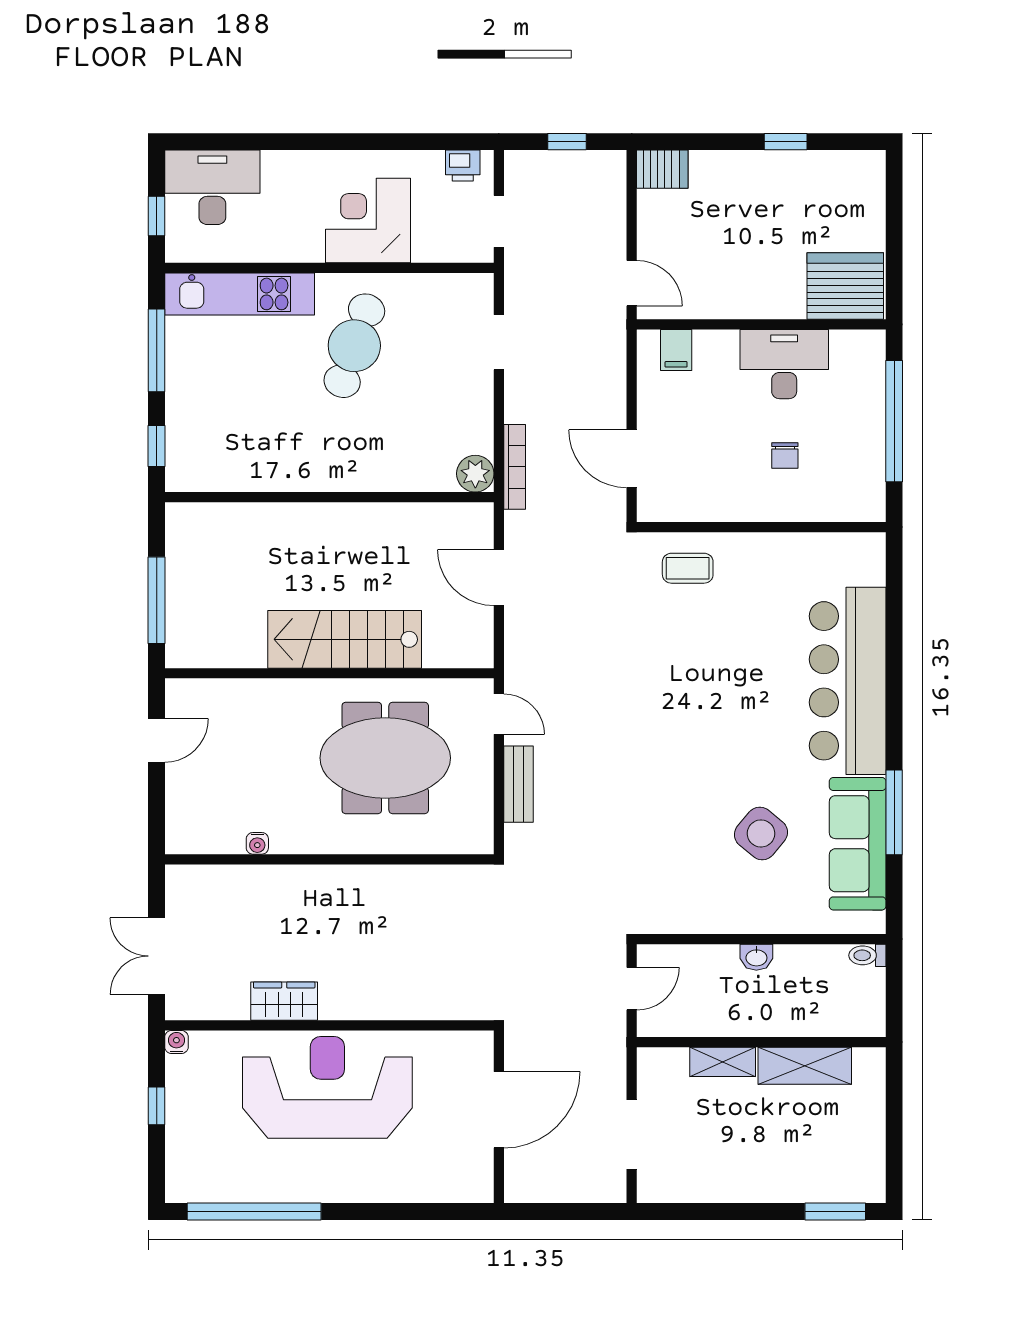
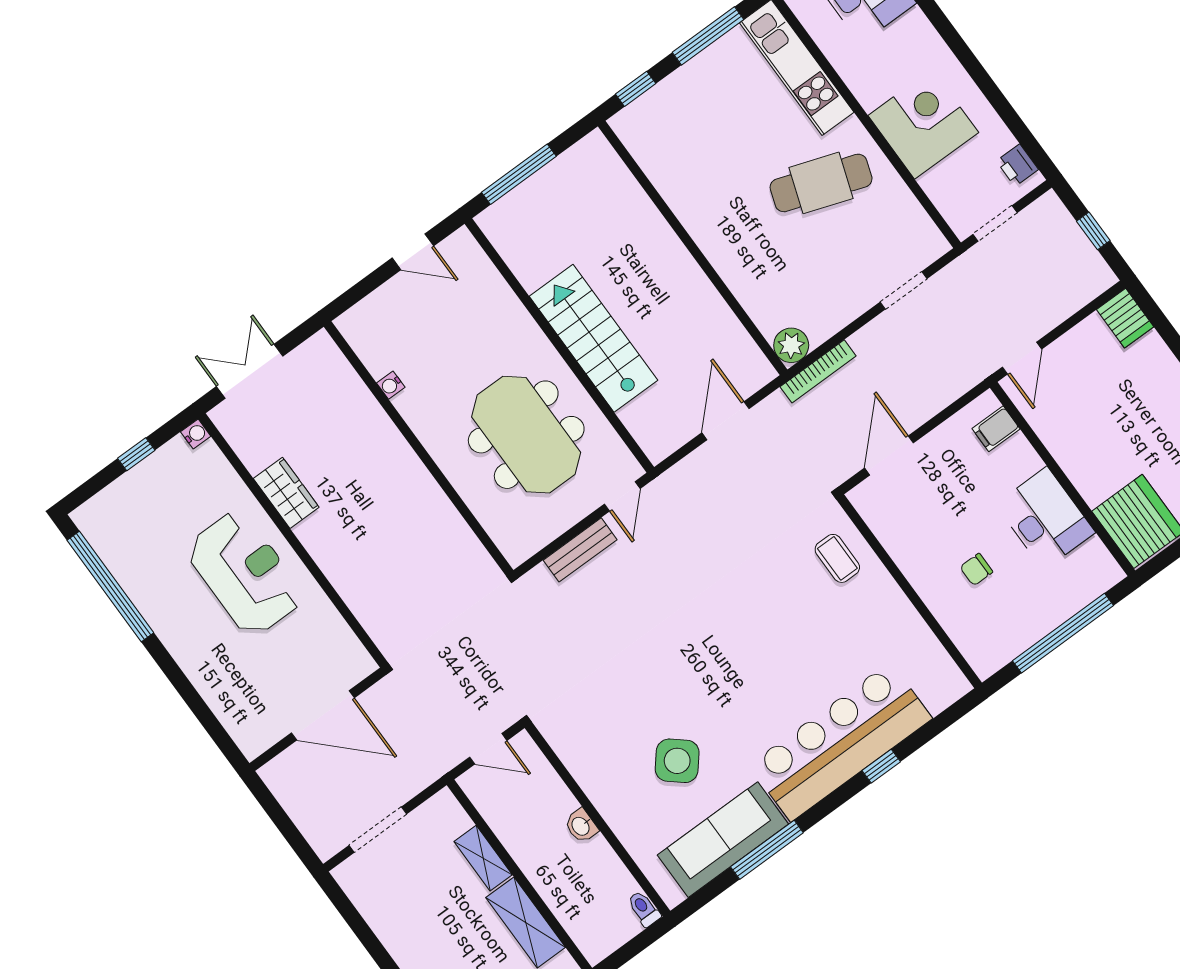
window: (894, 661) -> (881, 766), added
reception desk: (327, 1087) -> (245, 573), width x0.74, depth x0.77

